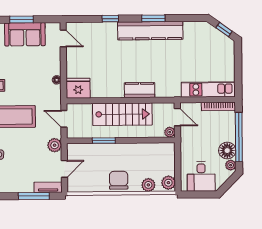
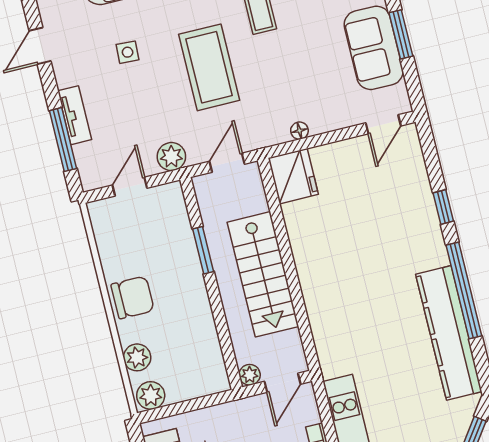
window: (153, 18) -> (464, 291), width x2.11
kitchen counter: (150, 31) -> (449, 333), moved
kitchen counter: (140, 90) -> (318, 297), removed
door: (64, 169) -> (130, 187), swing flipped
tv unit: (48, 187) -> (75, 115), moved

